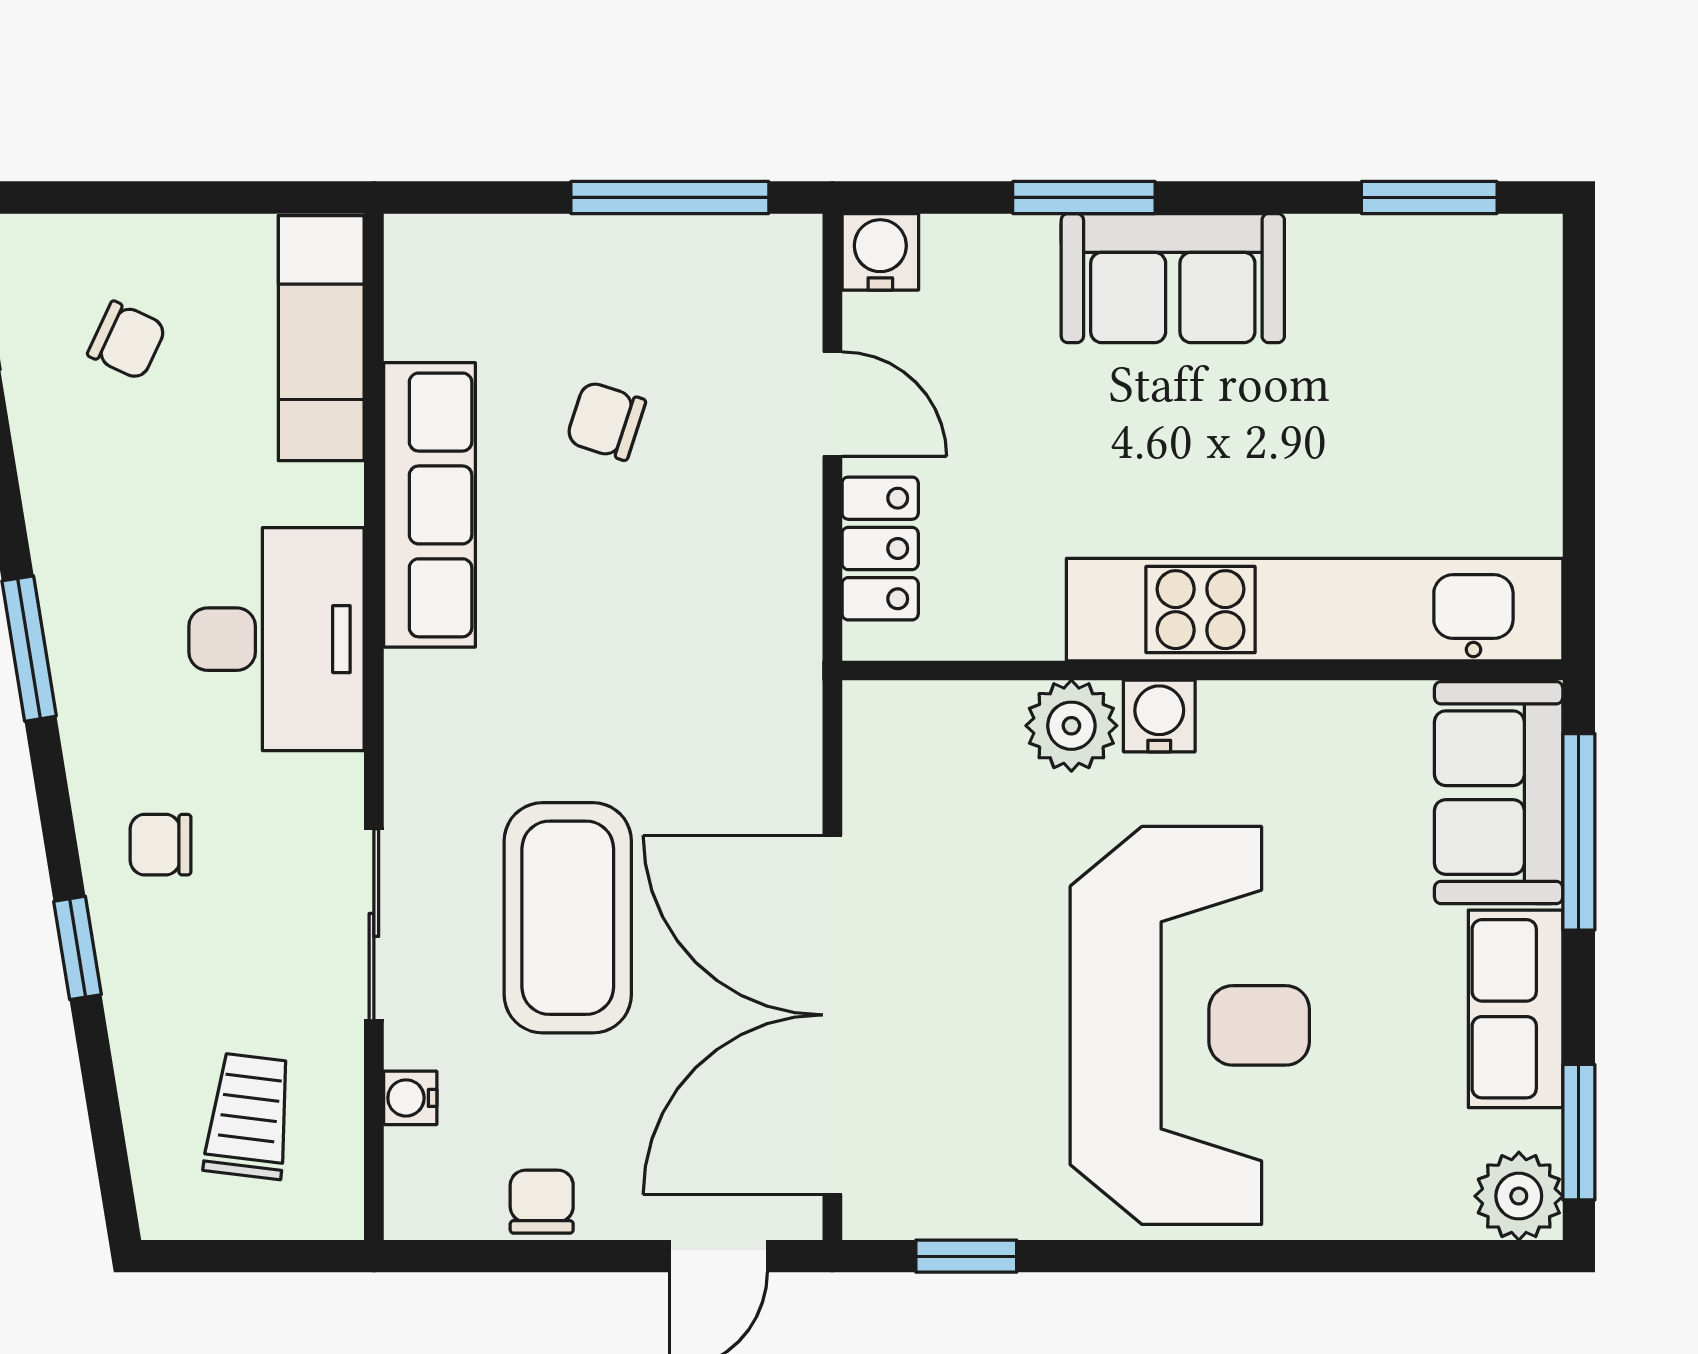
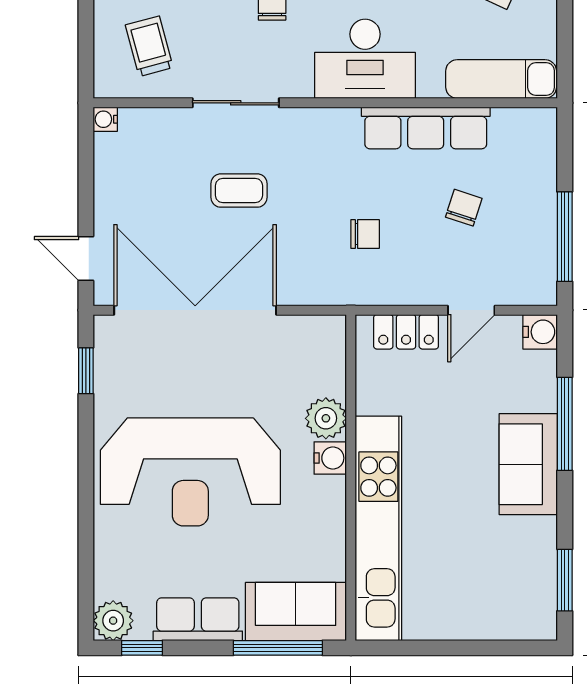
window: (1084, 197) -> (565, 424), width x1.44
coffee table: (568, 918) -> (239, 191), width x0.54, depth x0.58
water cooler: (410, 1098) -> (105, 119), moved, turned -90
trolley: (249, 1116) -> (149, 46), turned -112
window: (1579, 1132) -> (142, 648), width x0.67
chair: (542, 1202) -> (365, 234), moved

